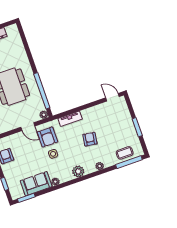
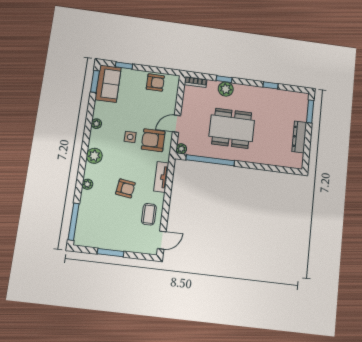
coffee table: (125, 153) -> (149, 214), moved
sofa: (36, 184) -> (108, 84), moved

